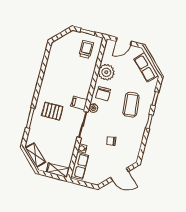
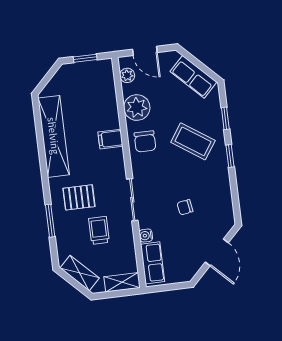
door: (124, 41) -> (145, 51), hinge flipped
trolley: (86, 49) -> (99, 230), moved
shelving: (51, 70) -> (54, 136), added
filing cabinet: (79, 103) -> (110, 139), moved
coffee table: (131, 105) -> (193, 141), turned -50
plant: (93, 108) -> (127, 75), moved
door: (120, 174) -> (217, 252), hinge flipped

